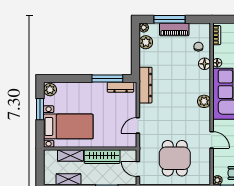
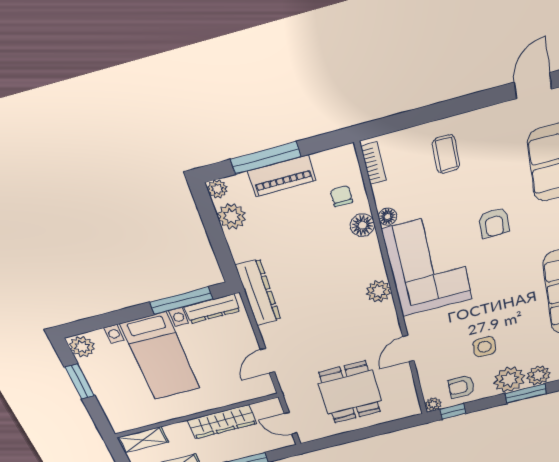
bed with nightstands: (68, 126) -> (160, 357), moved, turned 90
door: (212, 140) -> (408, 349), swing flipped
shelving: (71, 155) -> (143, 440), moved

